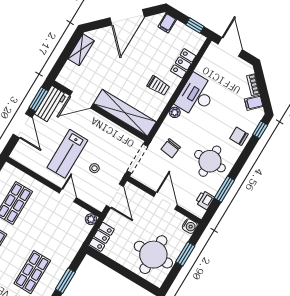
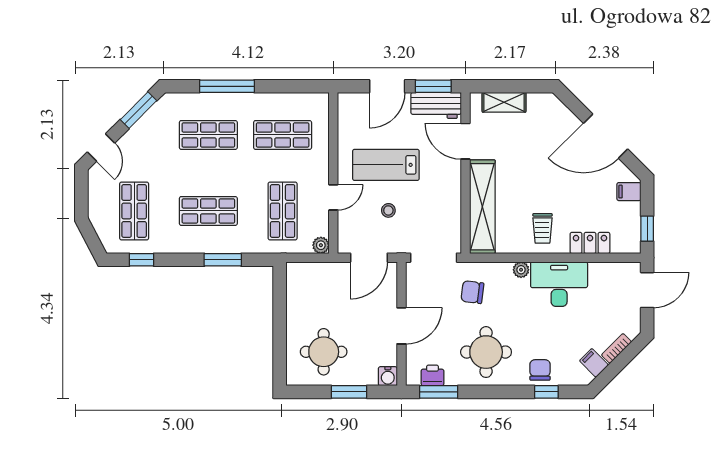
shelving: (81, 50) -> (504, 102), moved
window: (260, 130) -> (546, 392), moved
window: (224, 189) -> (439, 392), moved
shop shelf: (58, 229) -> (283, 211), added
locker: (102, 237) -> (307, 272), removed
round table: (153, 255) -> (324, 352), width x0.73, depth x0.73

